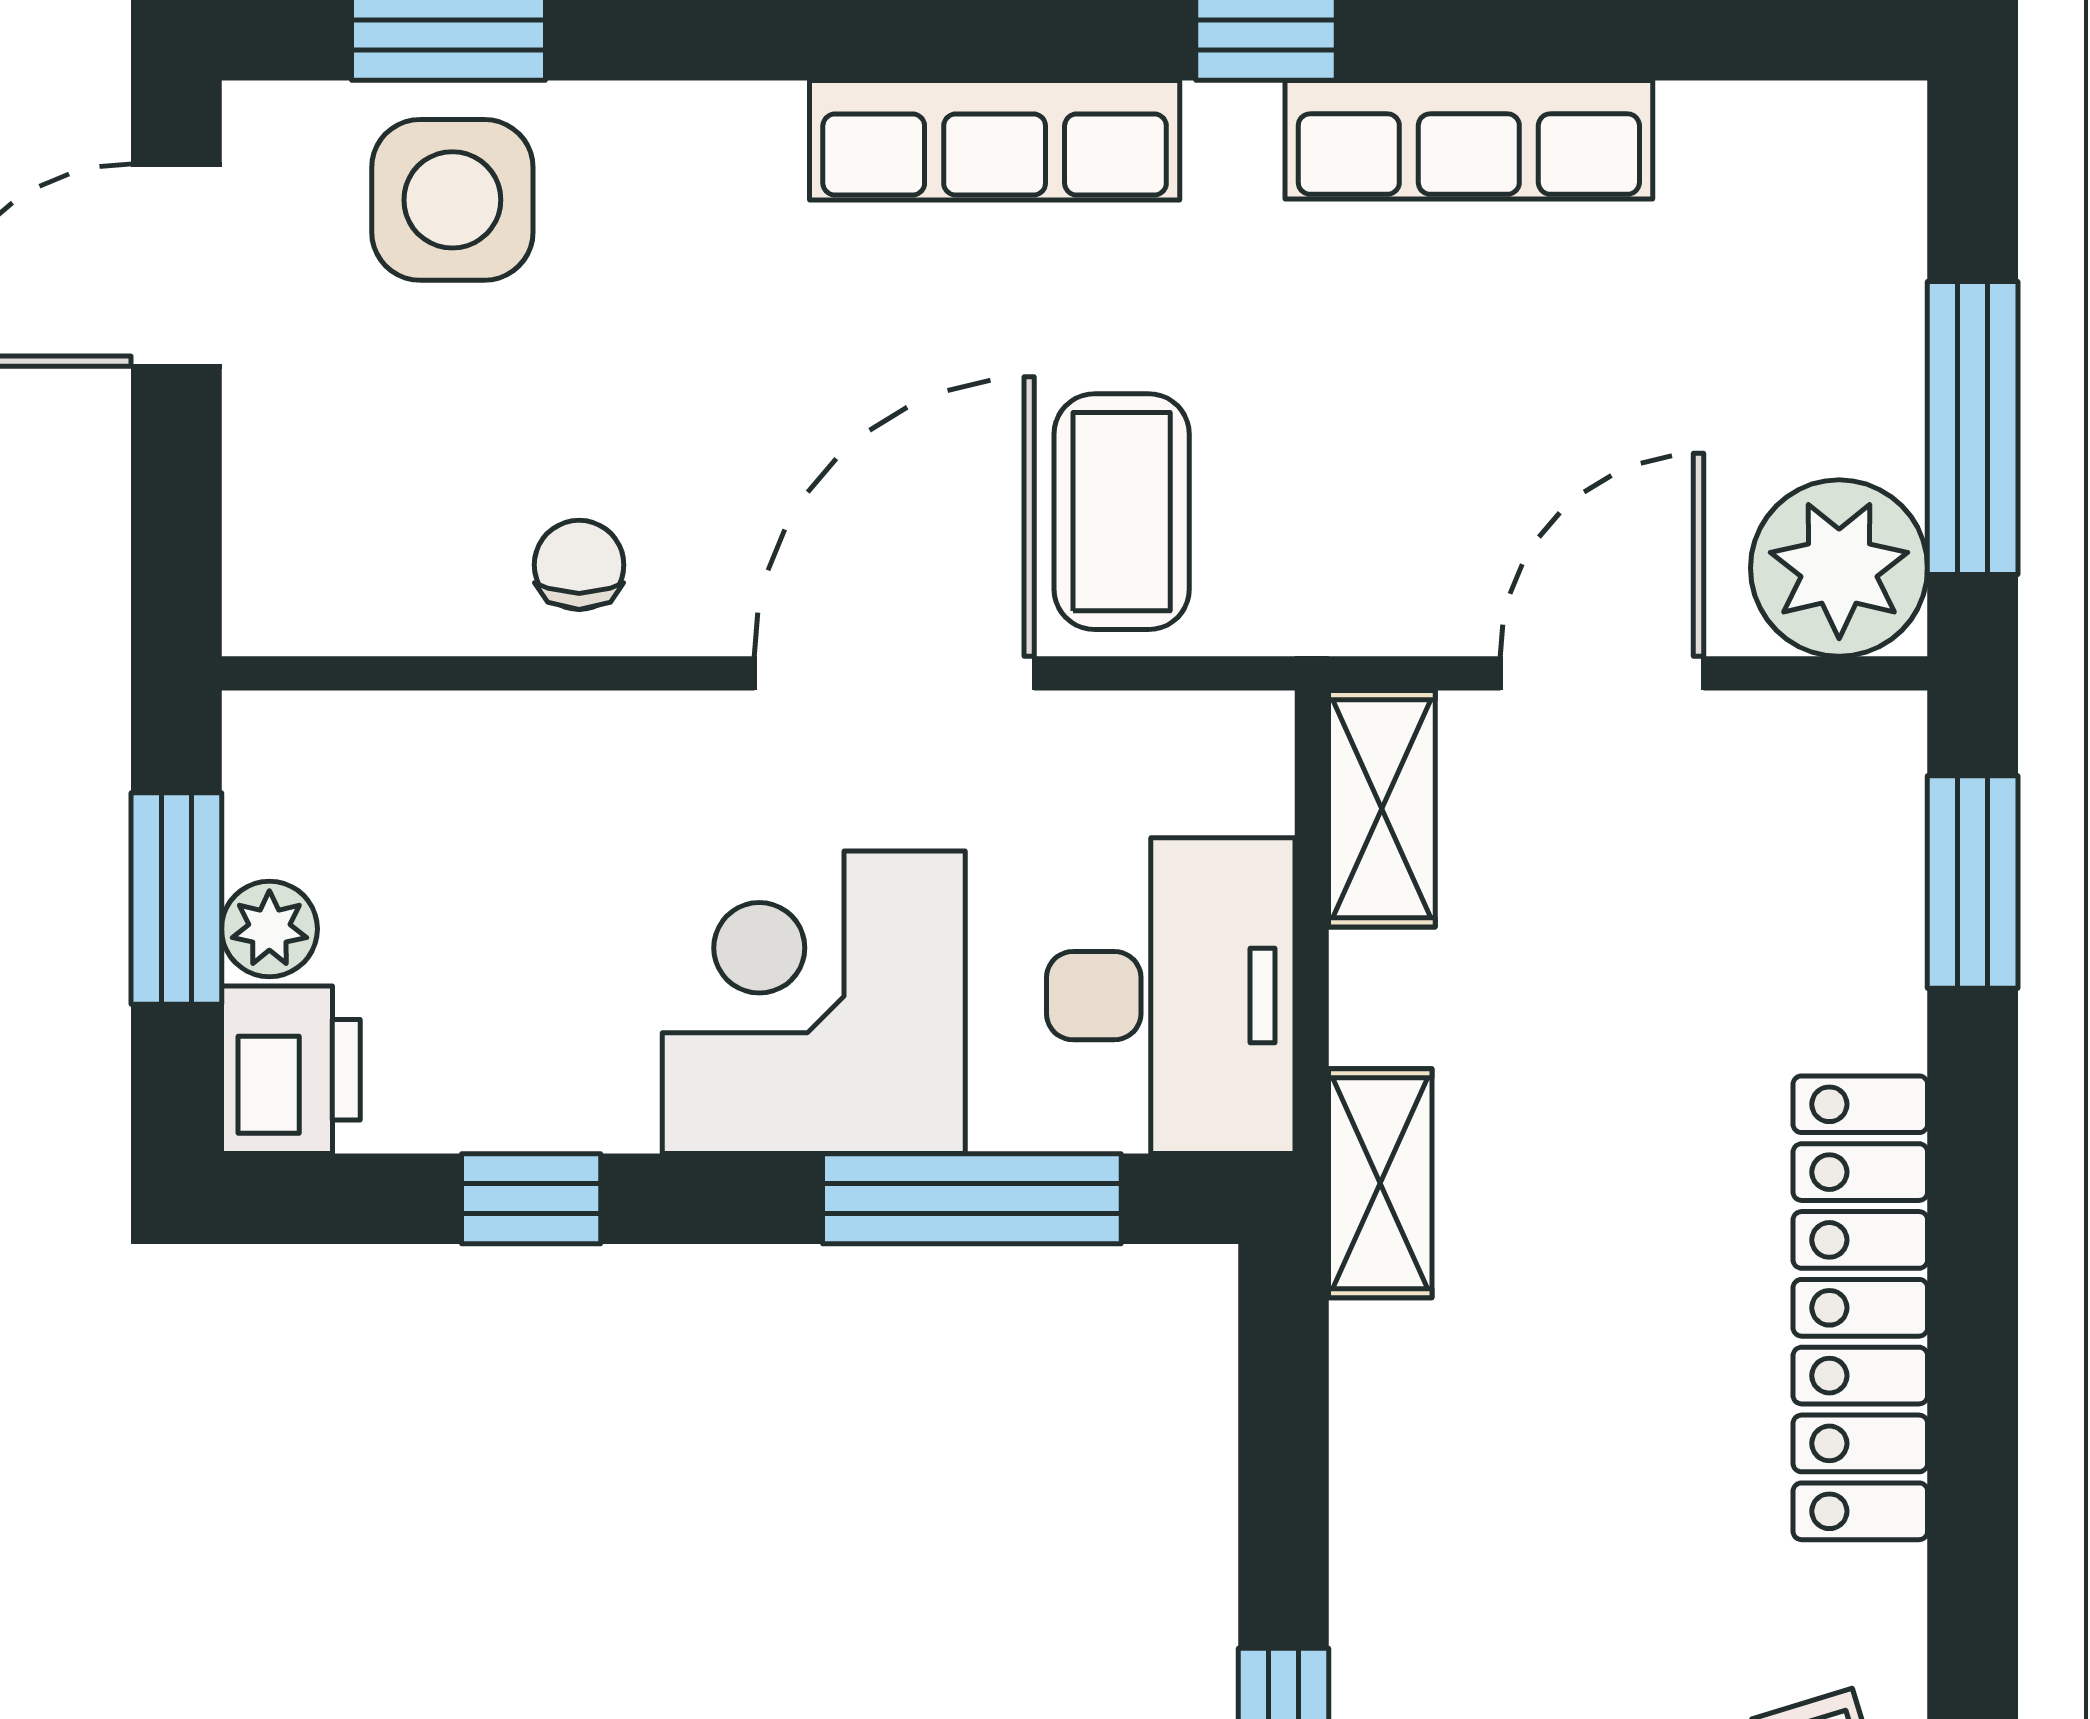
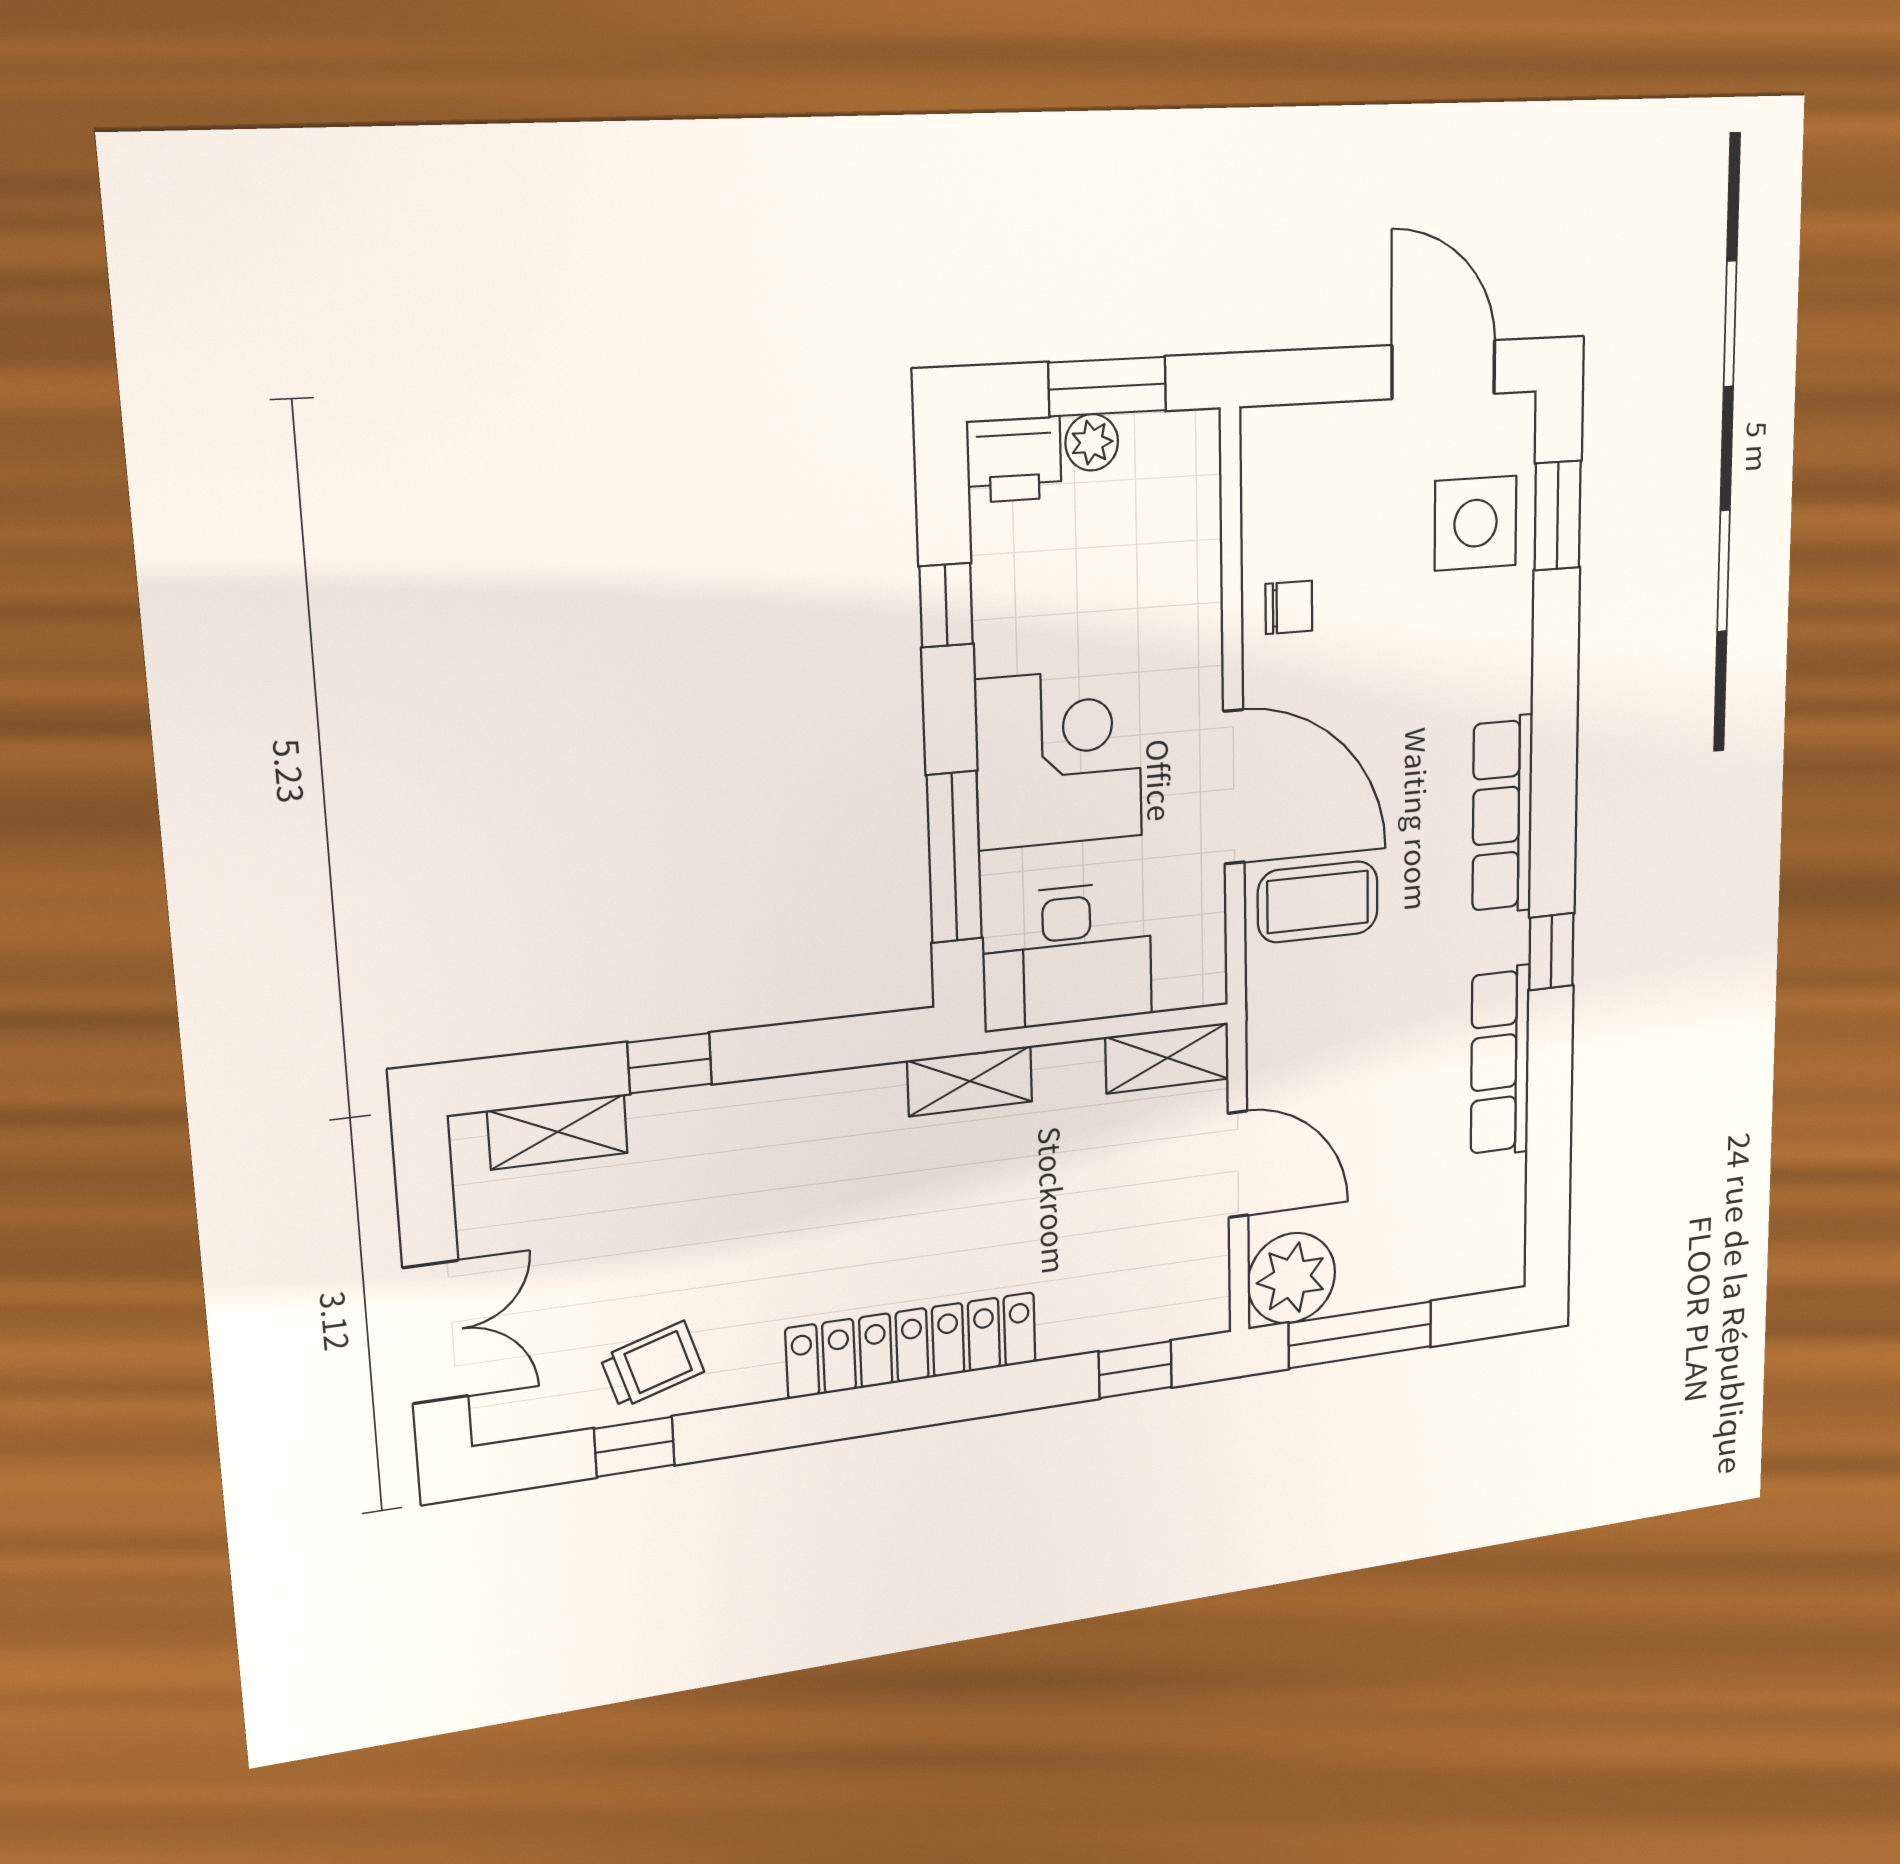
window: (1973, 882) -> (1135, 1369), width x0.67

